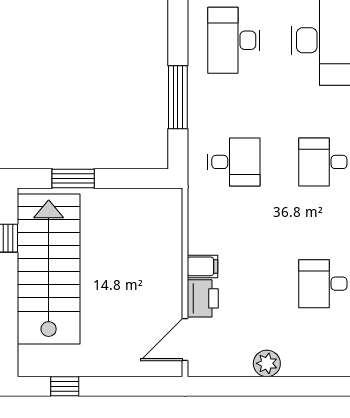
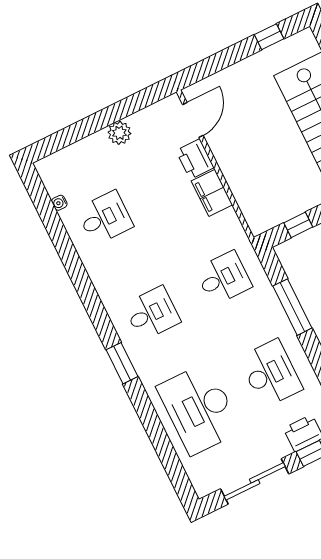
desk: (234, 162) -> (223, 278), turned 180
window: (130, 179) -> (298, 225), added
filing cabinet: (202, 266) -> (212, 193), width x2.00

